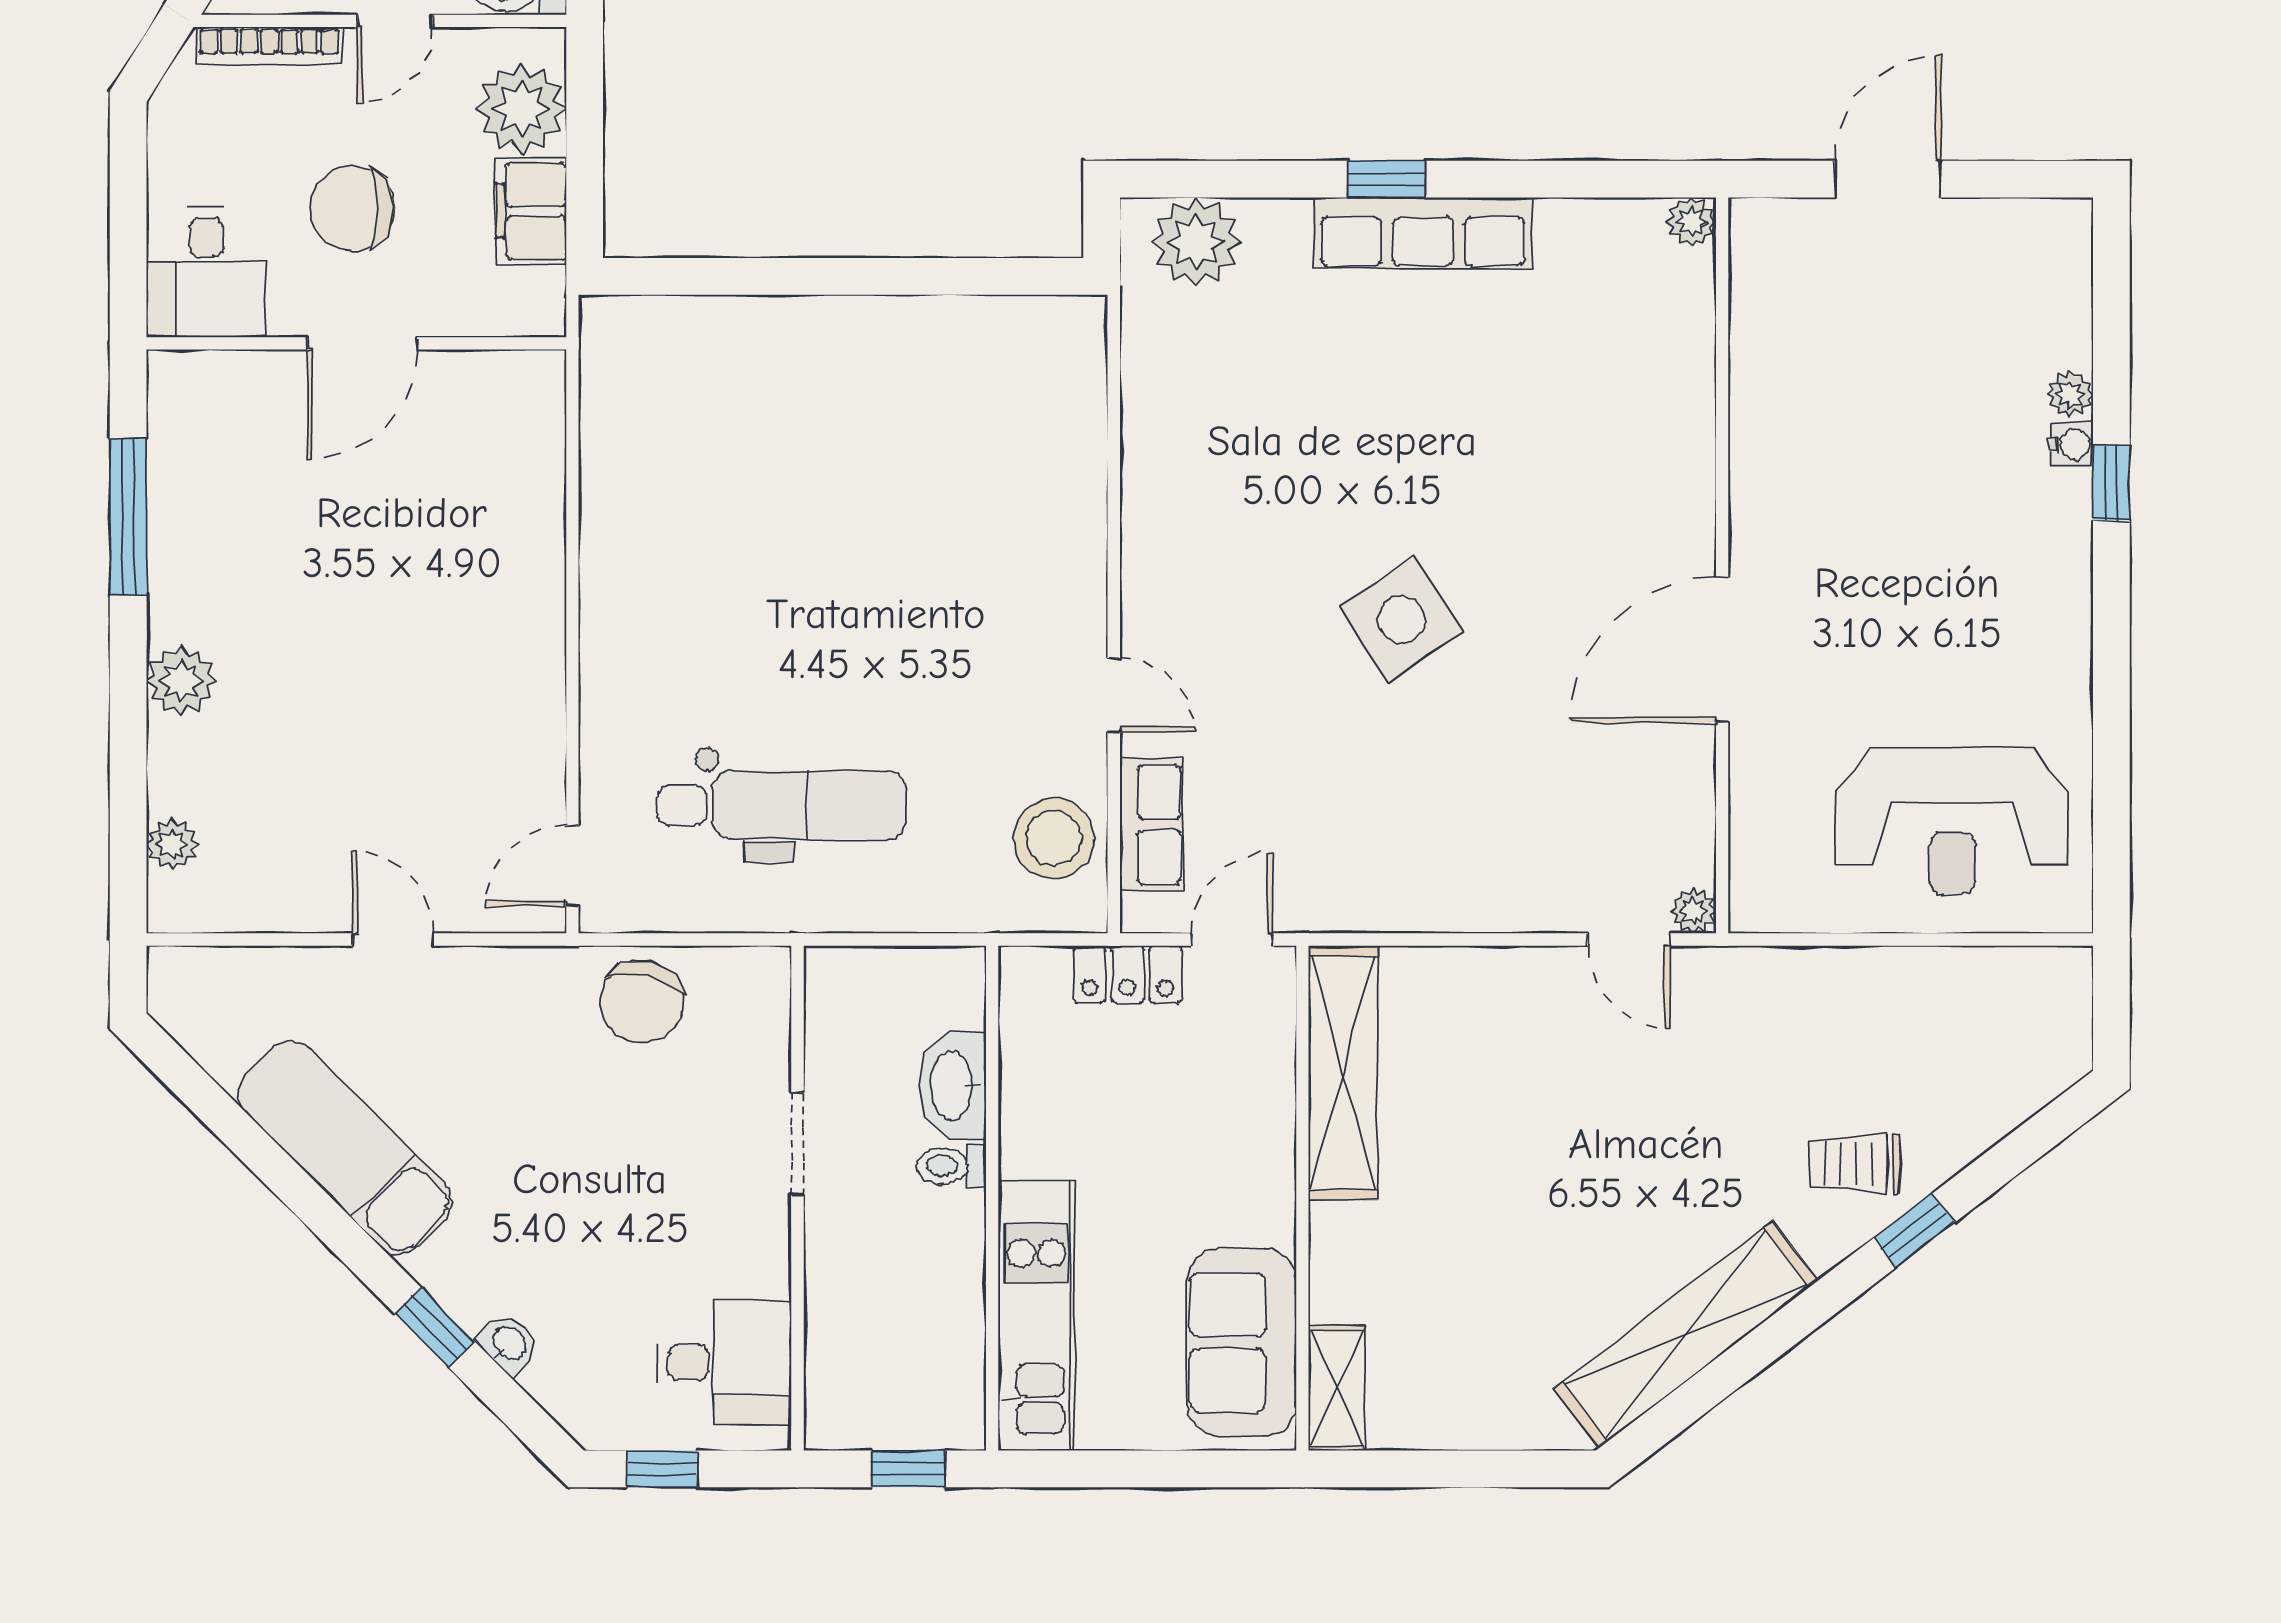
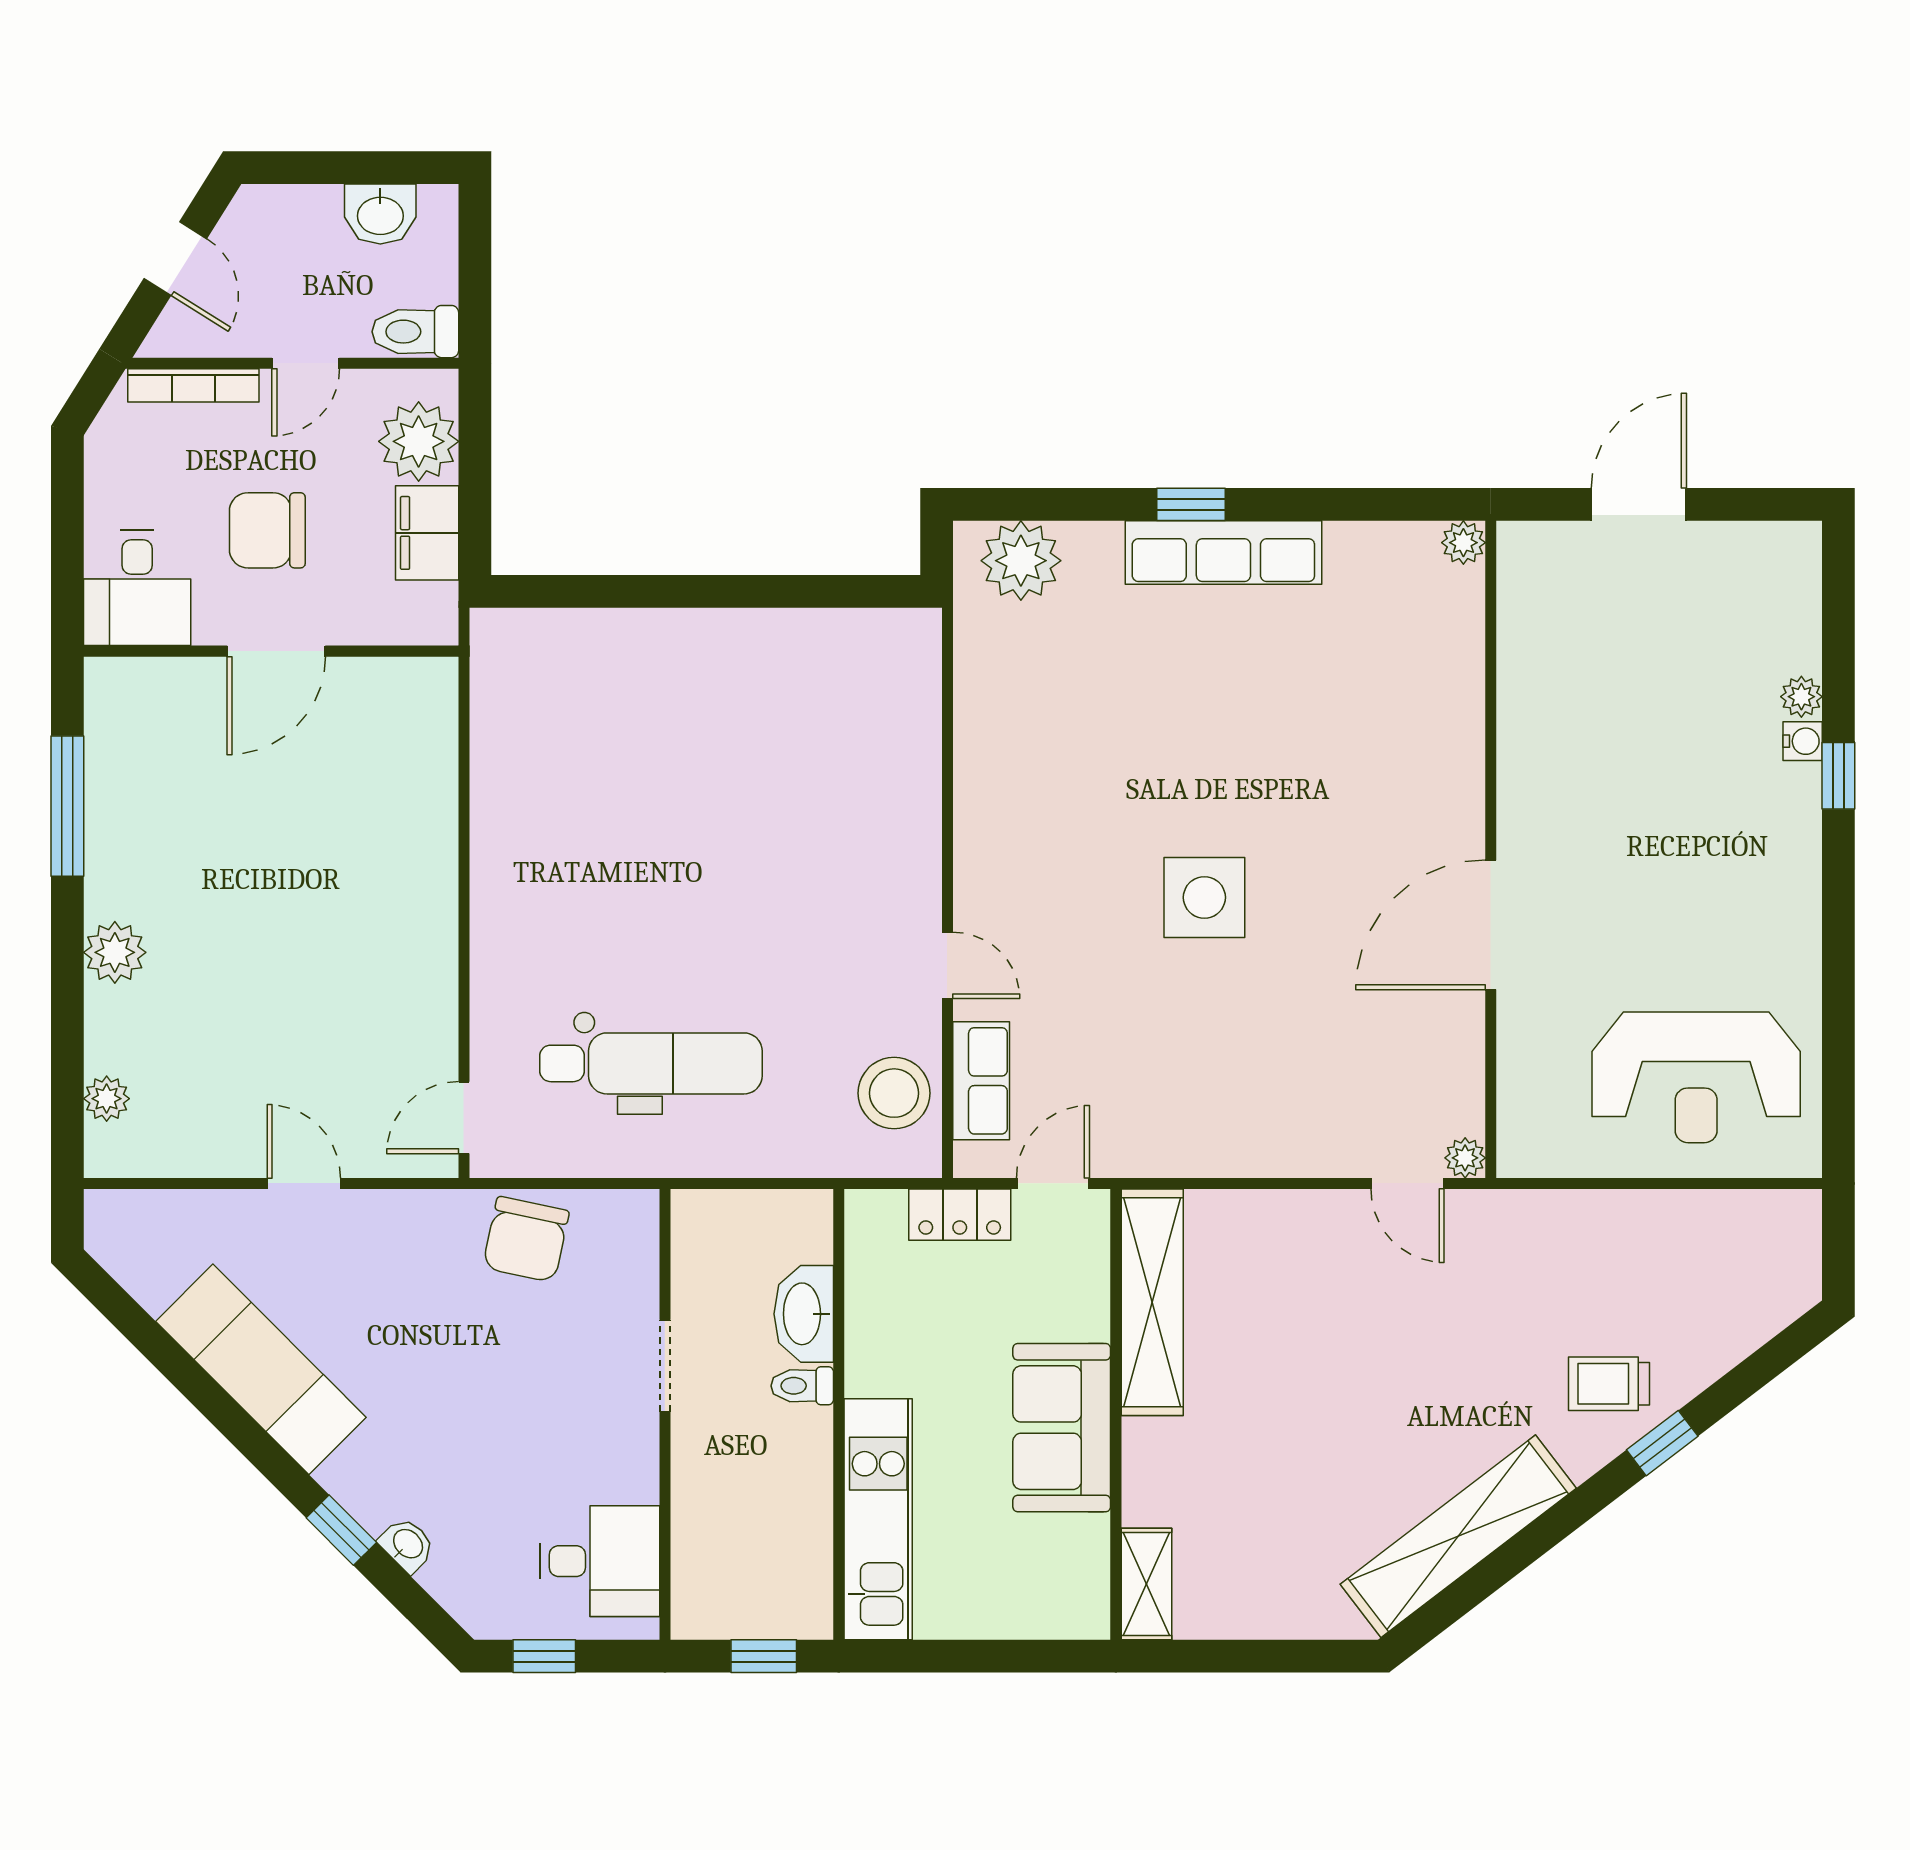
side table: (1401, 619) -> (1204, 897), turned 33
sofa: (1242, 1343) -> (1062, 1428), moved

